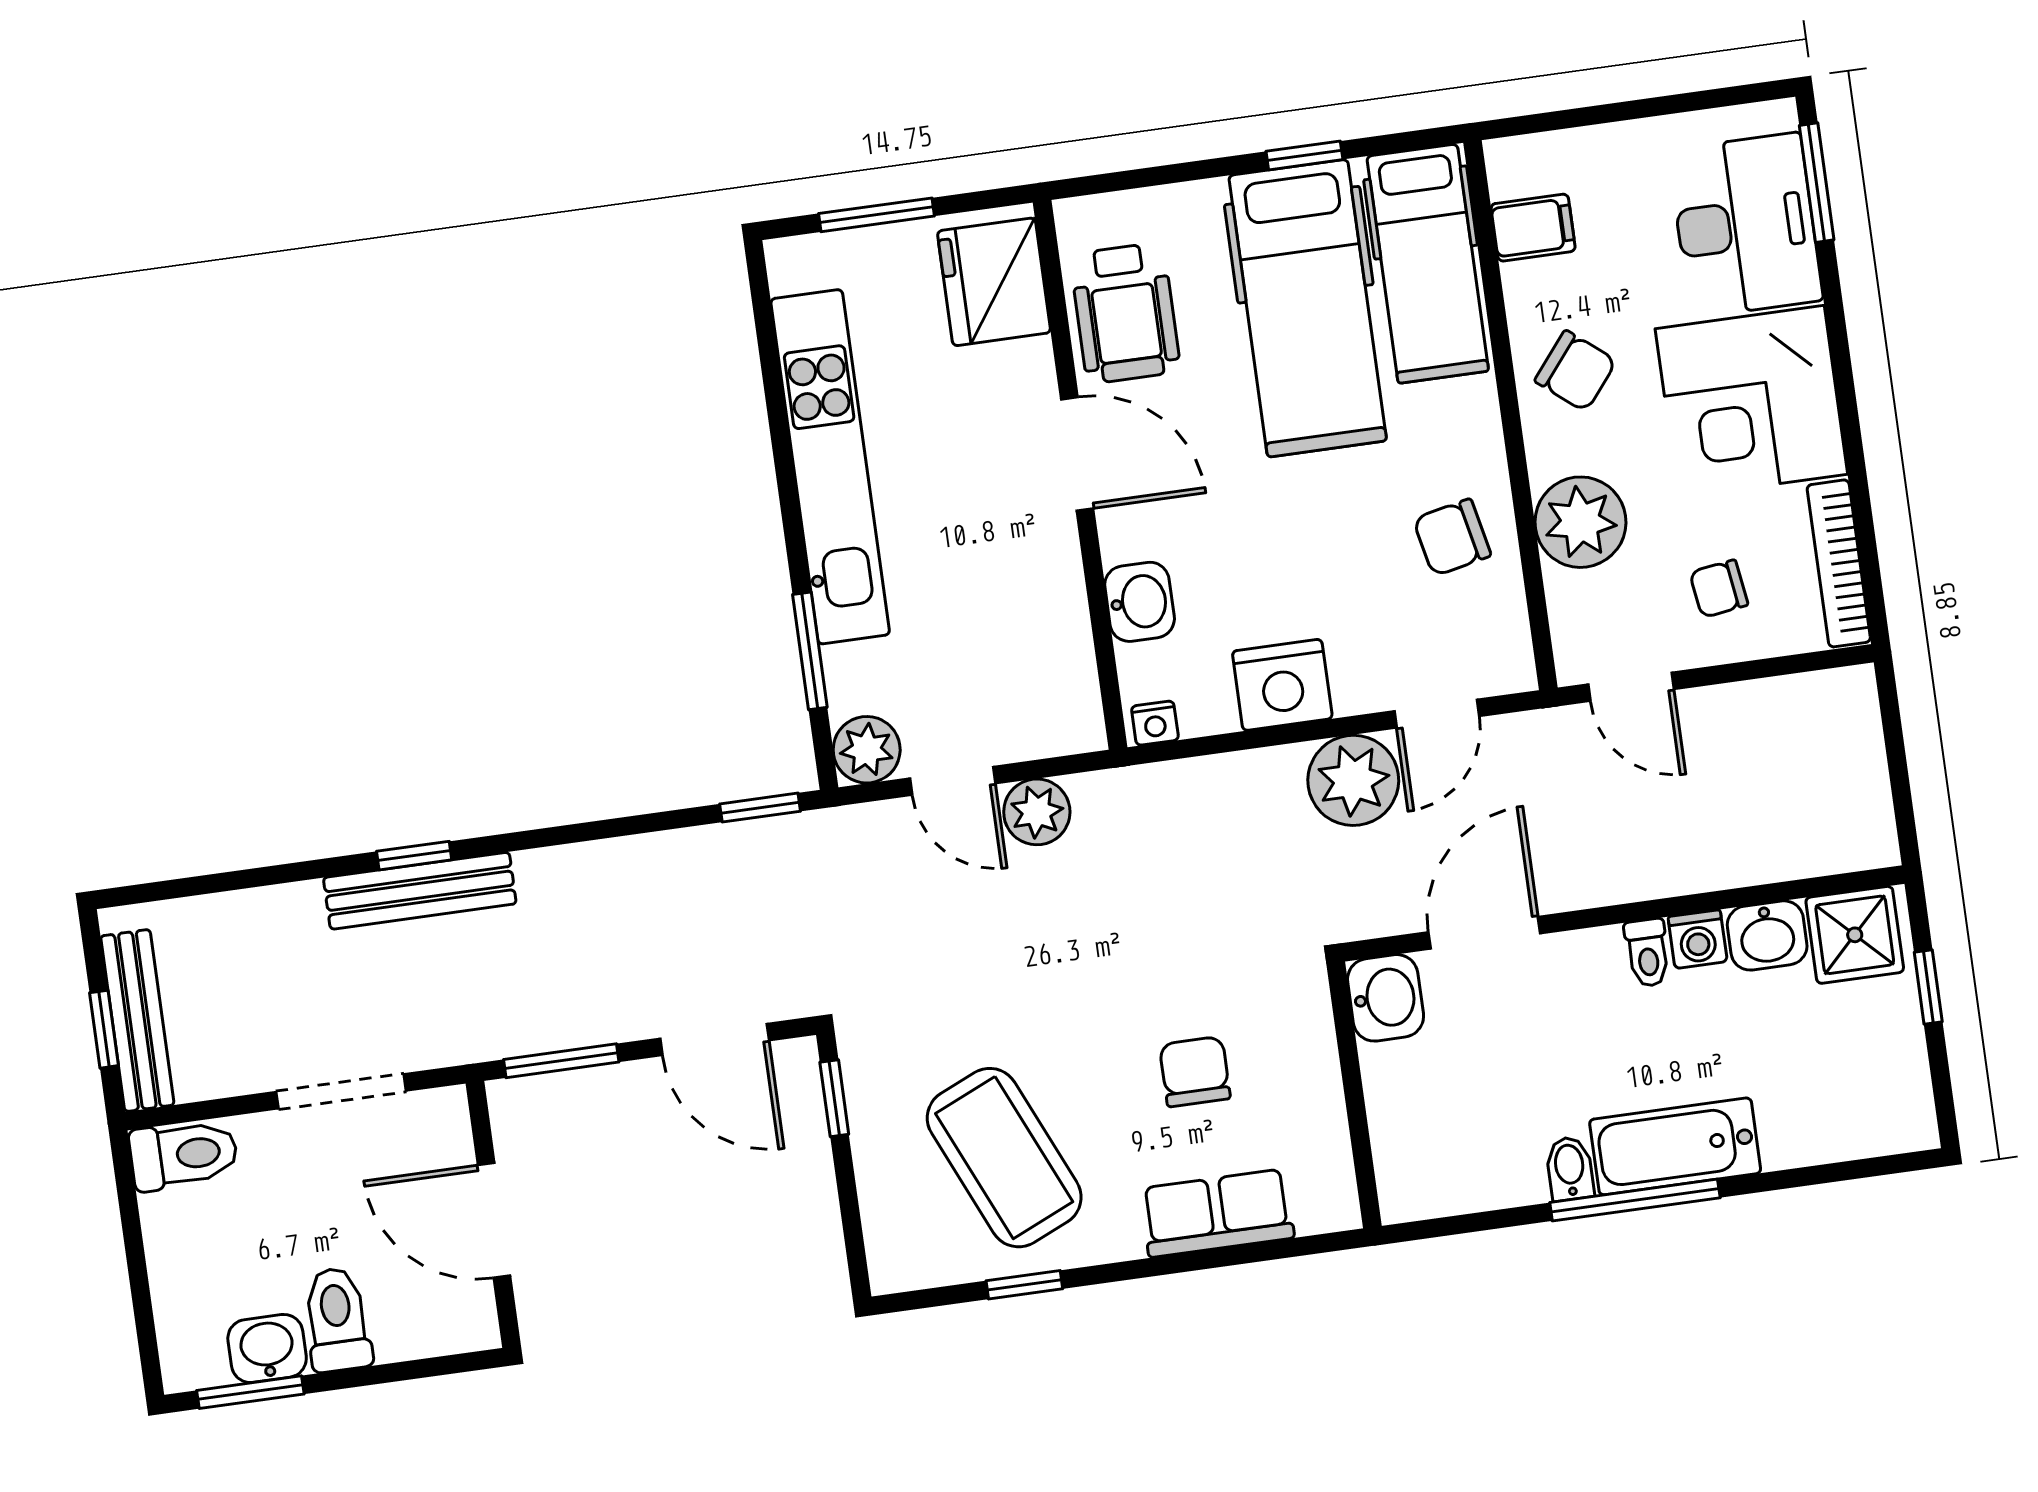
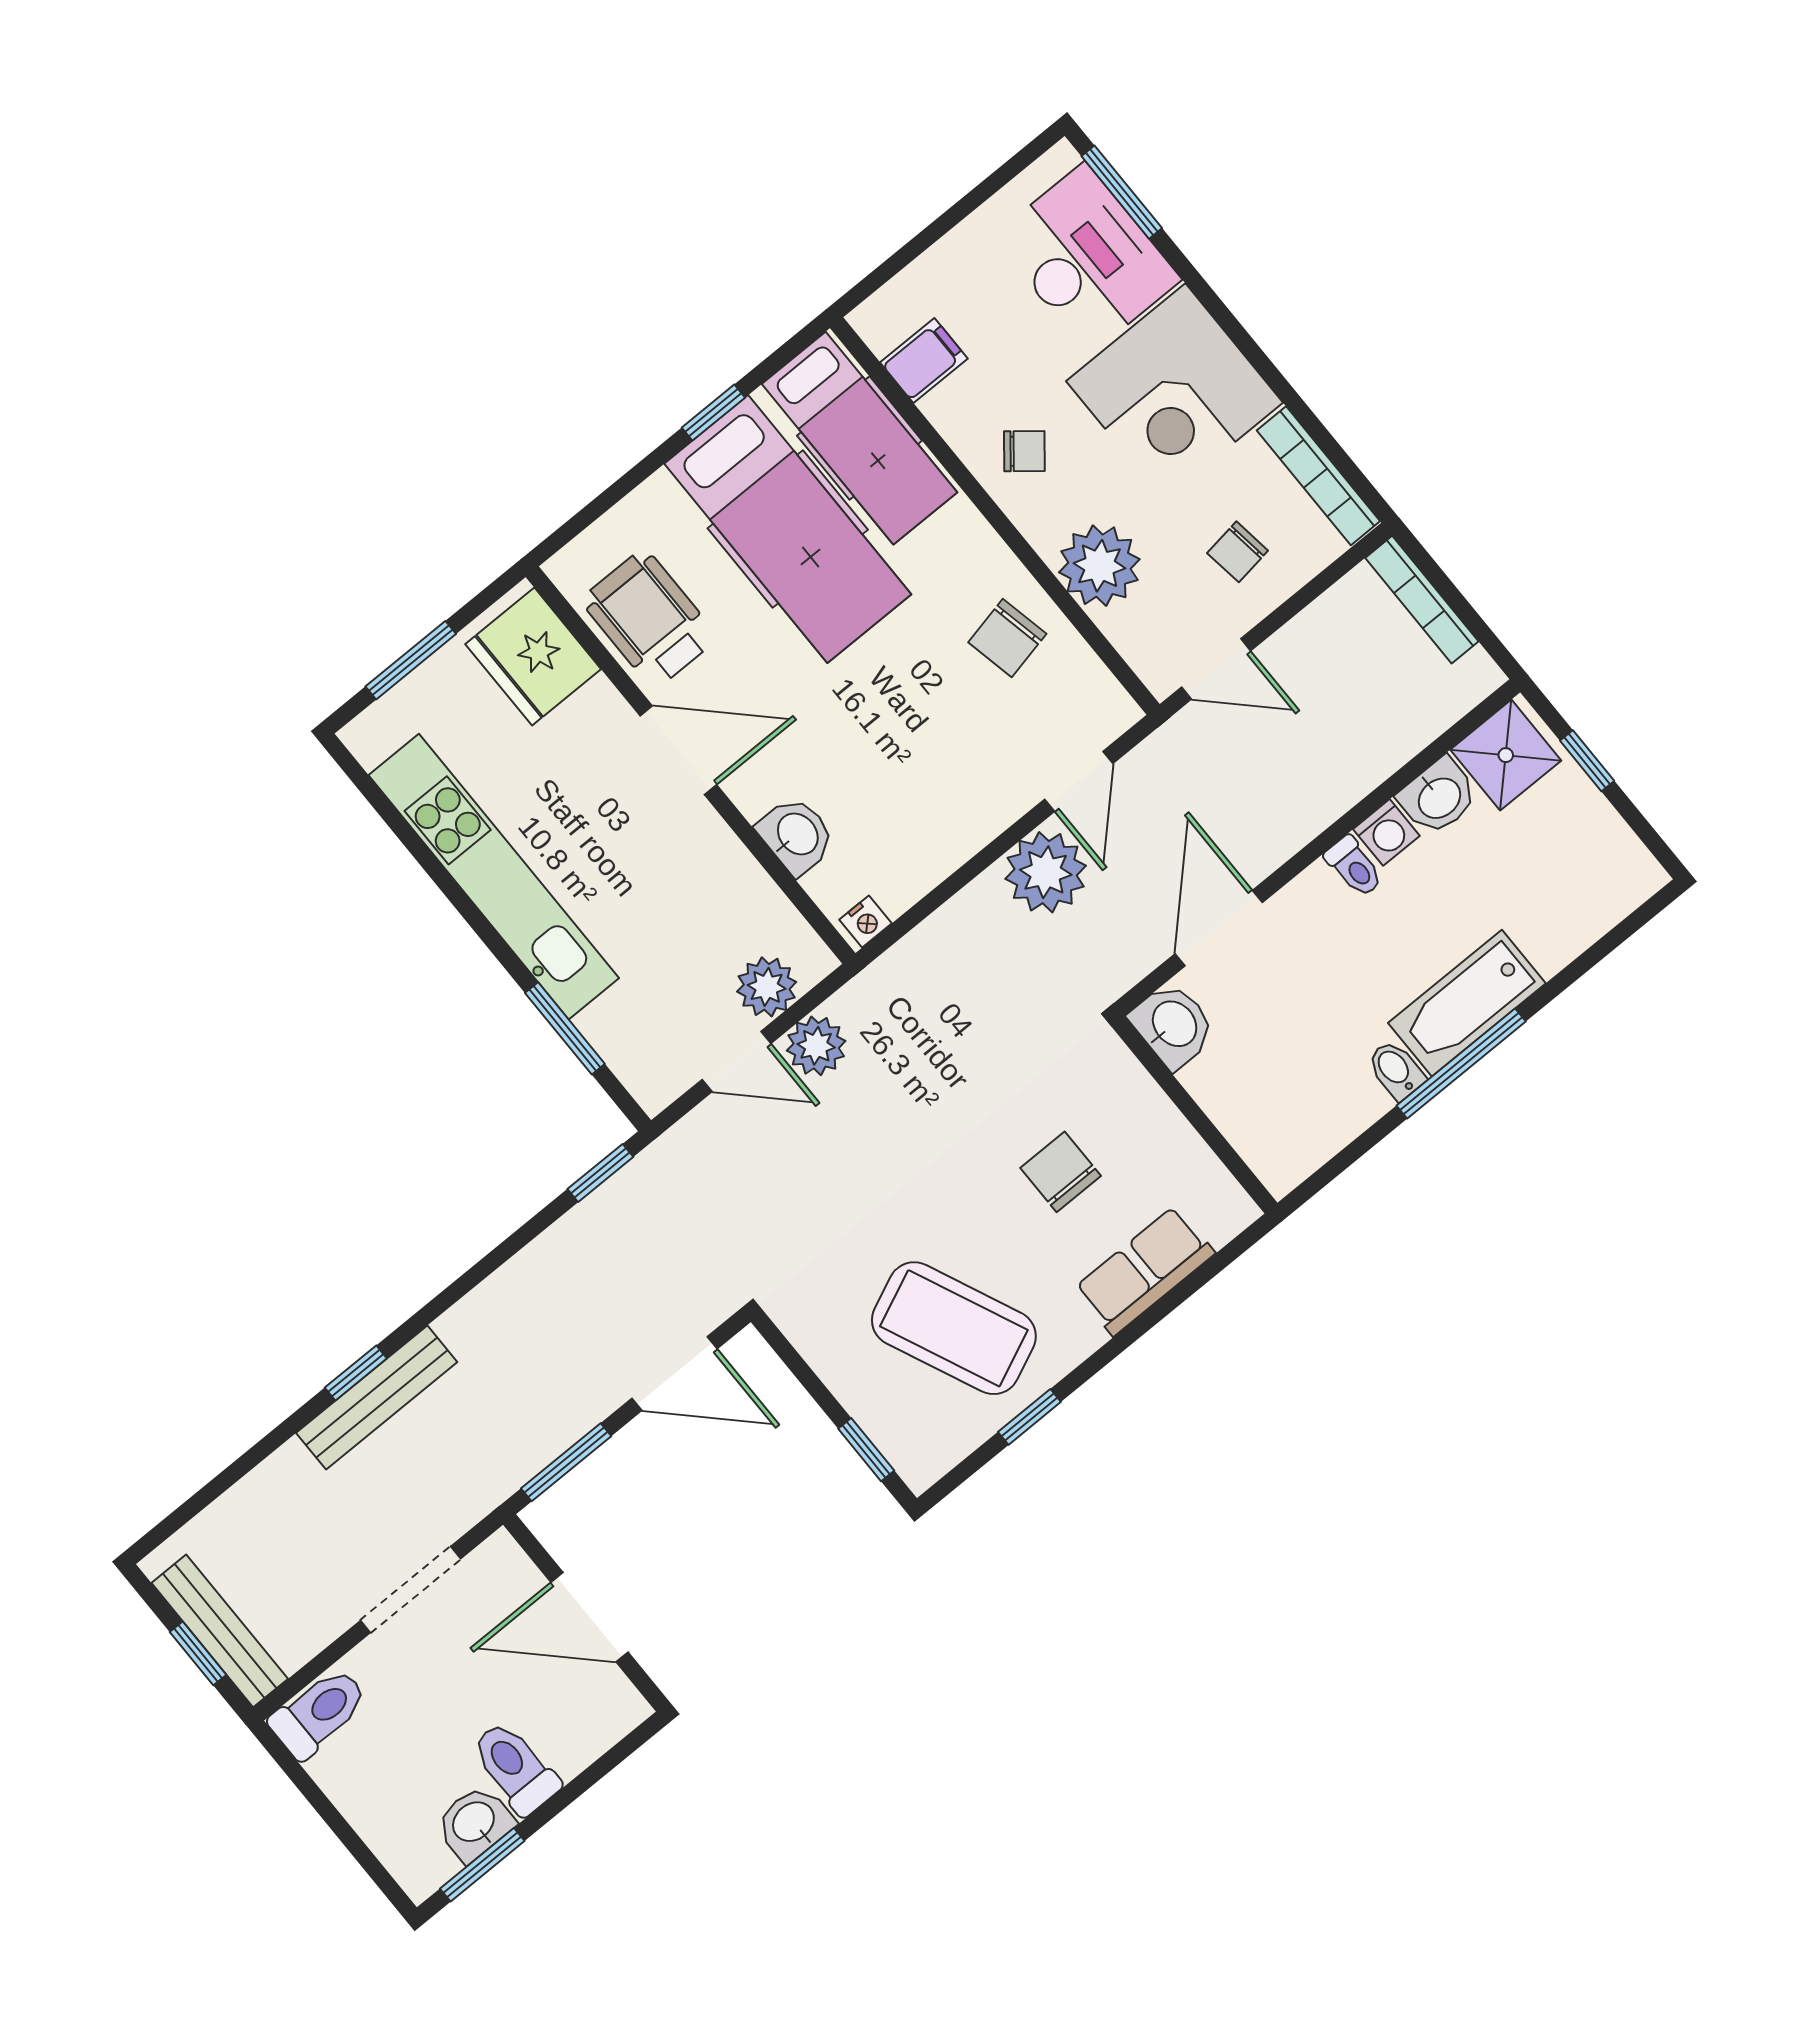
wheelchair: (1125, 313) -> (649, 619), turned 180
chair: (1576, 371) -> (1024, 451), width x0.73, depth x0.73
nightstand: (1282, 685) -> (946, 832), removed
bookcase: (1865, 740) -> (1422, 600), added
plant: (867, 750) -> (767, 987), moved
window: (834, 1098) -> (866, 1450), moved

